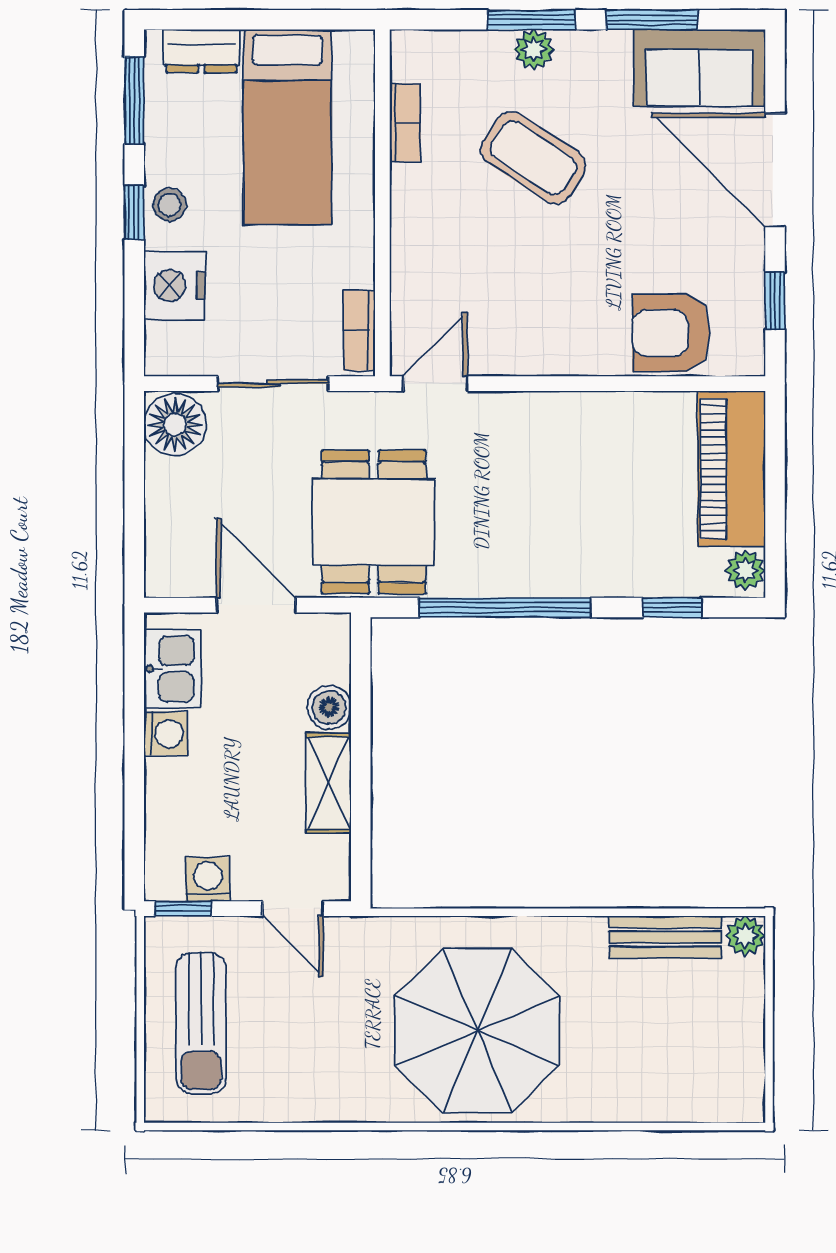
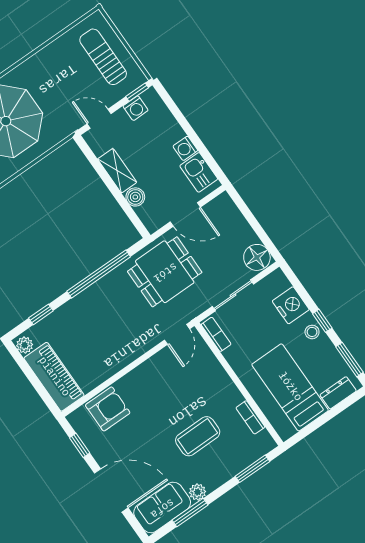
window: (531, 20) -> (252, 469), moved
plant: (534, 49) -> (198, 492), moved
coffee table: (533, 158) -> (198, 436), turned -33
dining table: (374, 522) -> (165, 272), turned 90

